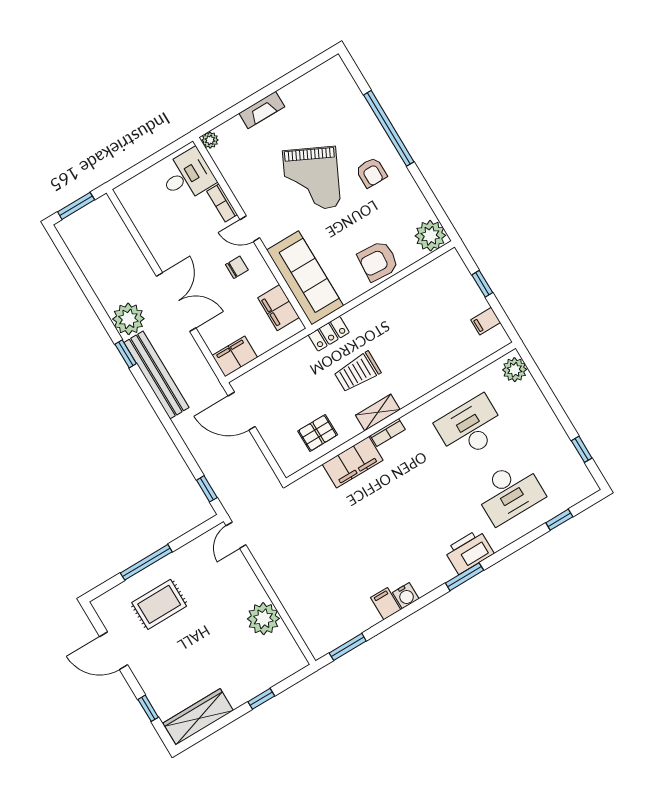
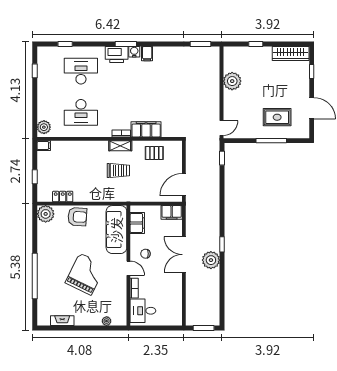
fireplace: (262, 110) -> (62, 321), moved
plant: (210, 140) -> (107, 321), moved
armchair: (371, 172) -> (55, 260), removed
filing cabinet: (486, 321) -> (44, 146), moved
locker: (329, 334) -> (63, 197), moved
bench: (156, 375) -> (214, 226), removed
door: (242, 411) -> (184, 185), swing flipped
water cooler: (406, 596) -> (134, 52), moved
filing cabinet: (386, 604) -> (147, 54), moved

